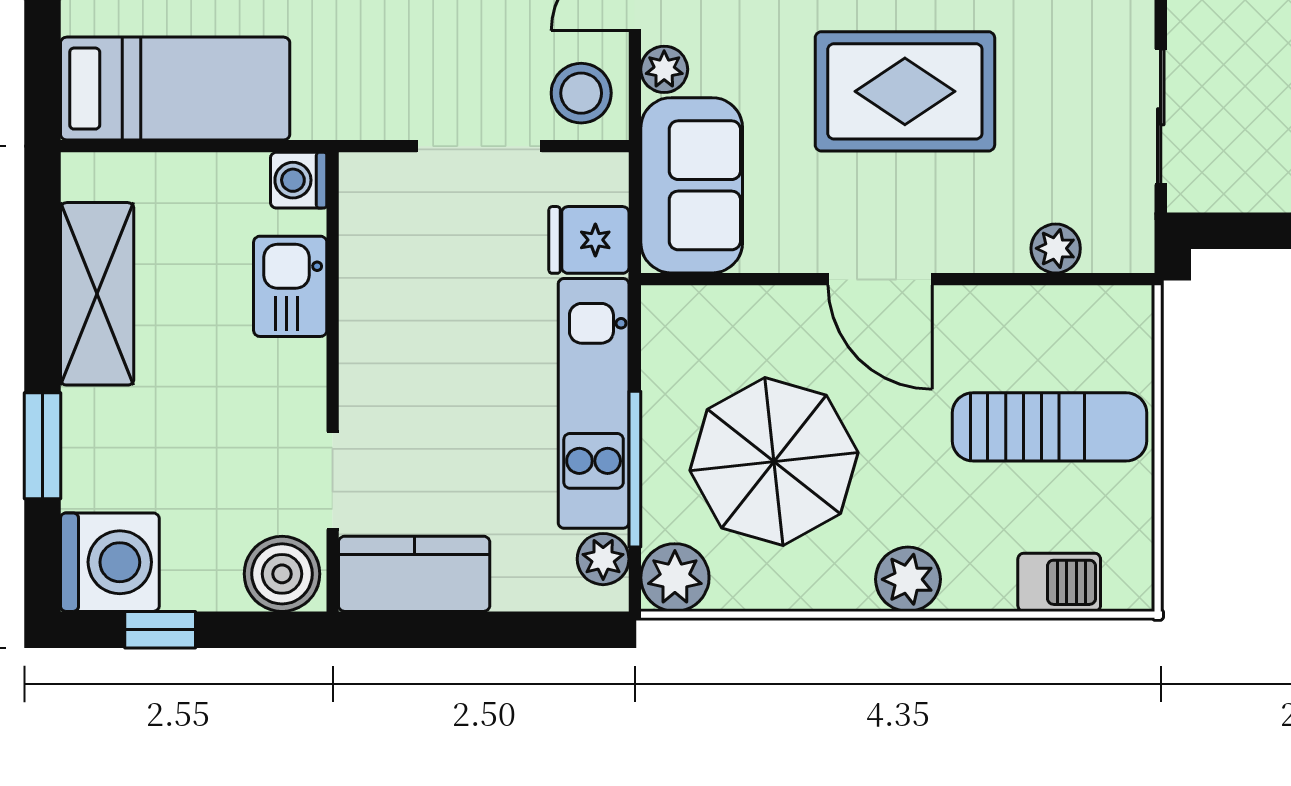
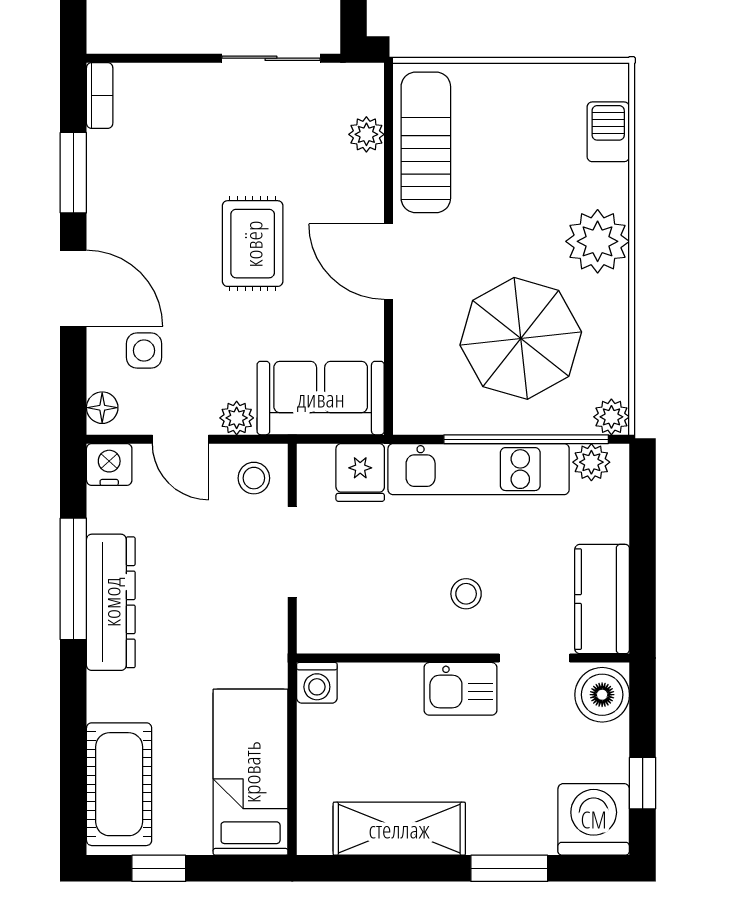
rug: (905, 91) -> (253, 244), width x0.73, depth x0.70
stool: (581, 93) -> (254, 478), width x0.73, depth x0.73
door: (880, 279) -> (389, 262), swing flipped
kitchen sink: (290, 286) -> (461, 689), moved
stool: (421, 386) -> (466, 594), added
sun lounger: (1050, 427) -> (426, 142), moved
window: (635, 469) -> (526, 439), width x1.46
plant: (675, 578) -> (611, 417), width x0.73, depth x0.73
plant: (908, 579) -> (598, 241), width x1.36, depth x1.36

